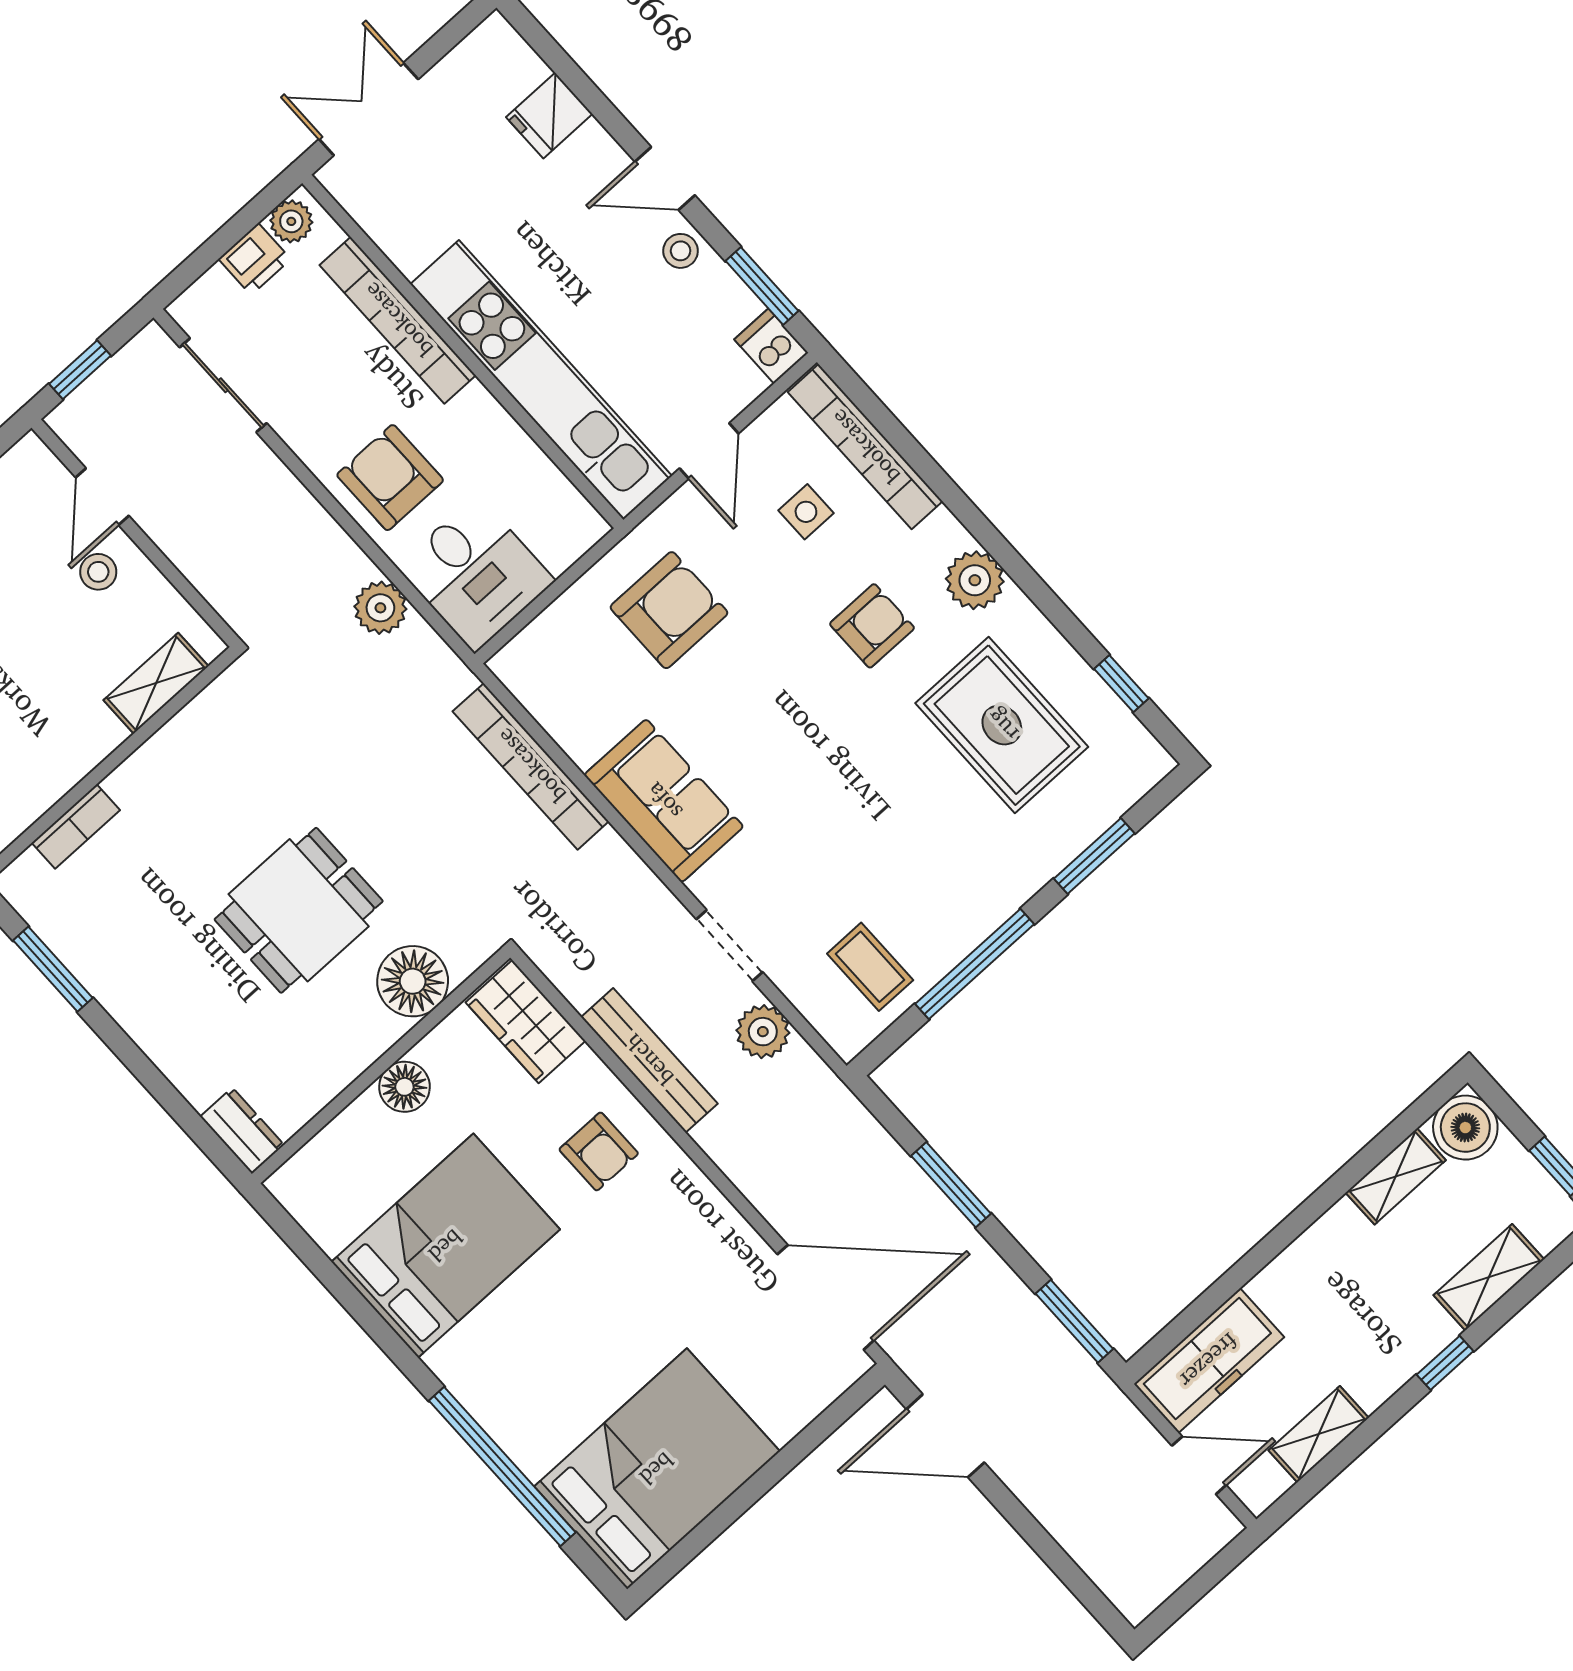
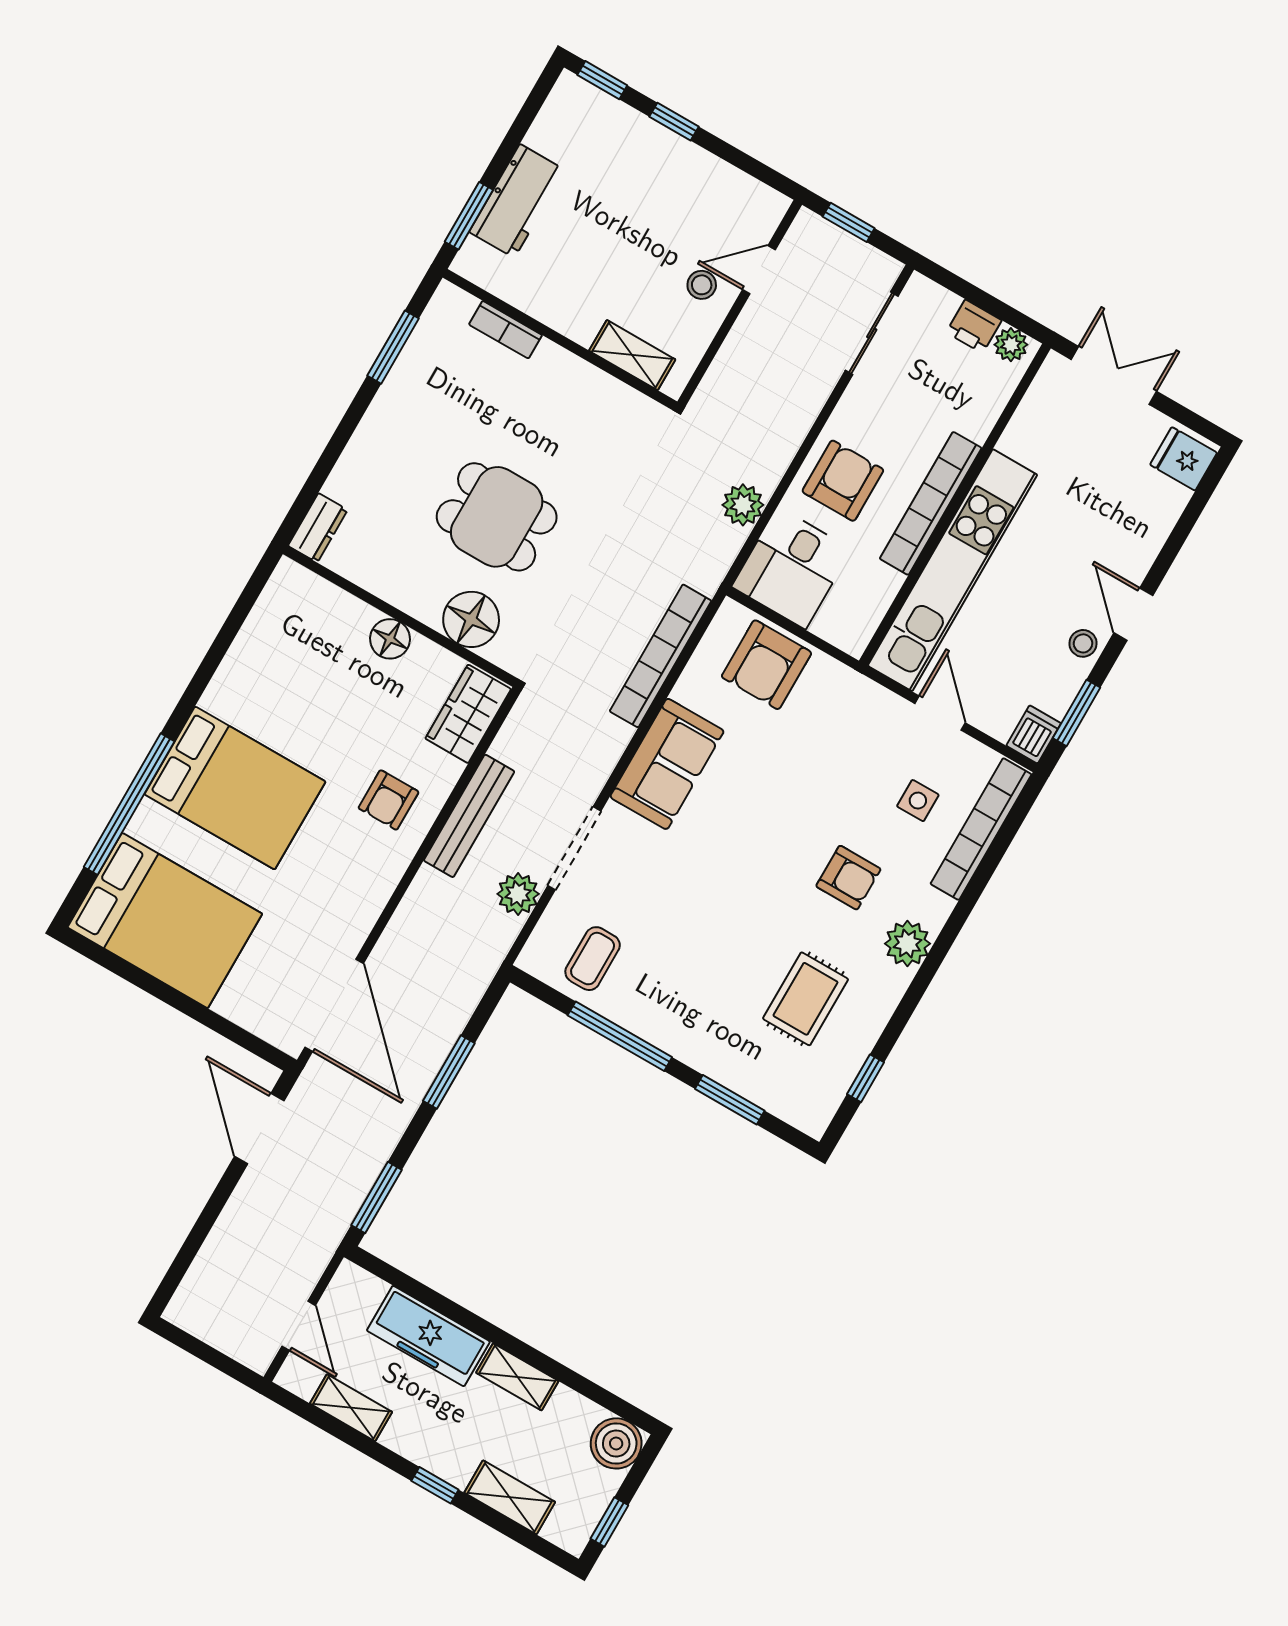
fridge: (549, 116) -> (1184, 459), moved
bookcase: (398, 320) -> (931, 503), moved
door: (709, 451) -> (940, 713), swing flipped
armchair: (669, 610) -> (766, 665), moved, turned 90
rug: (1002, 725) -> (806, 999), width x0.73, depth x0.70
doorway: (730, 946) -> (574, 848), width x1.38
shelving: (1396, 1176) -> (517, 1377), moved
bed: (446, 1246) -> (235, 788), moved
freezer: (1209, 1361) -> (428, 1336), moved

